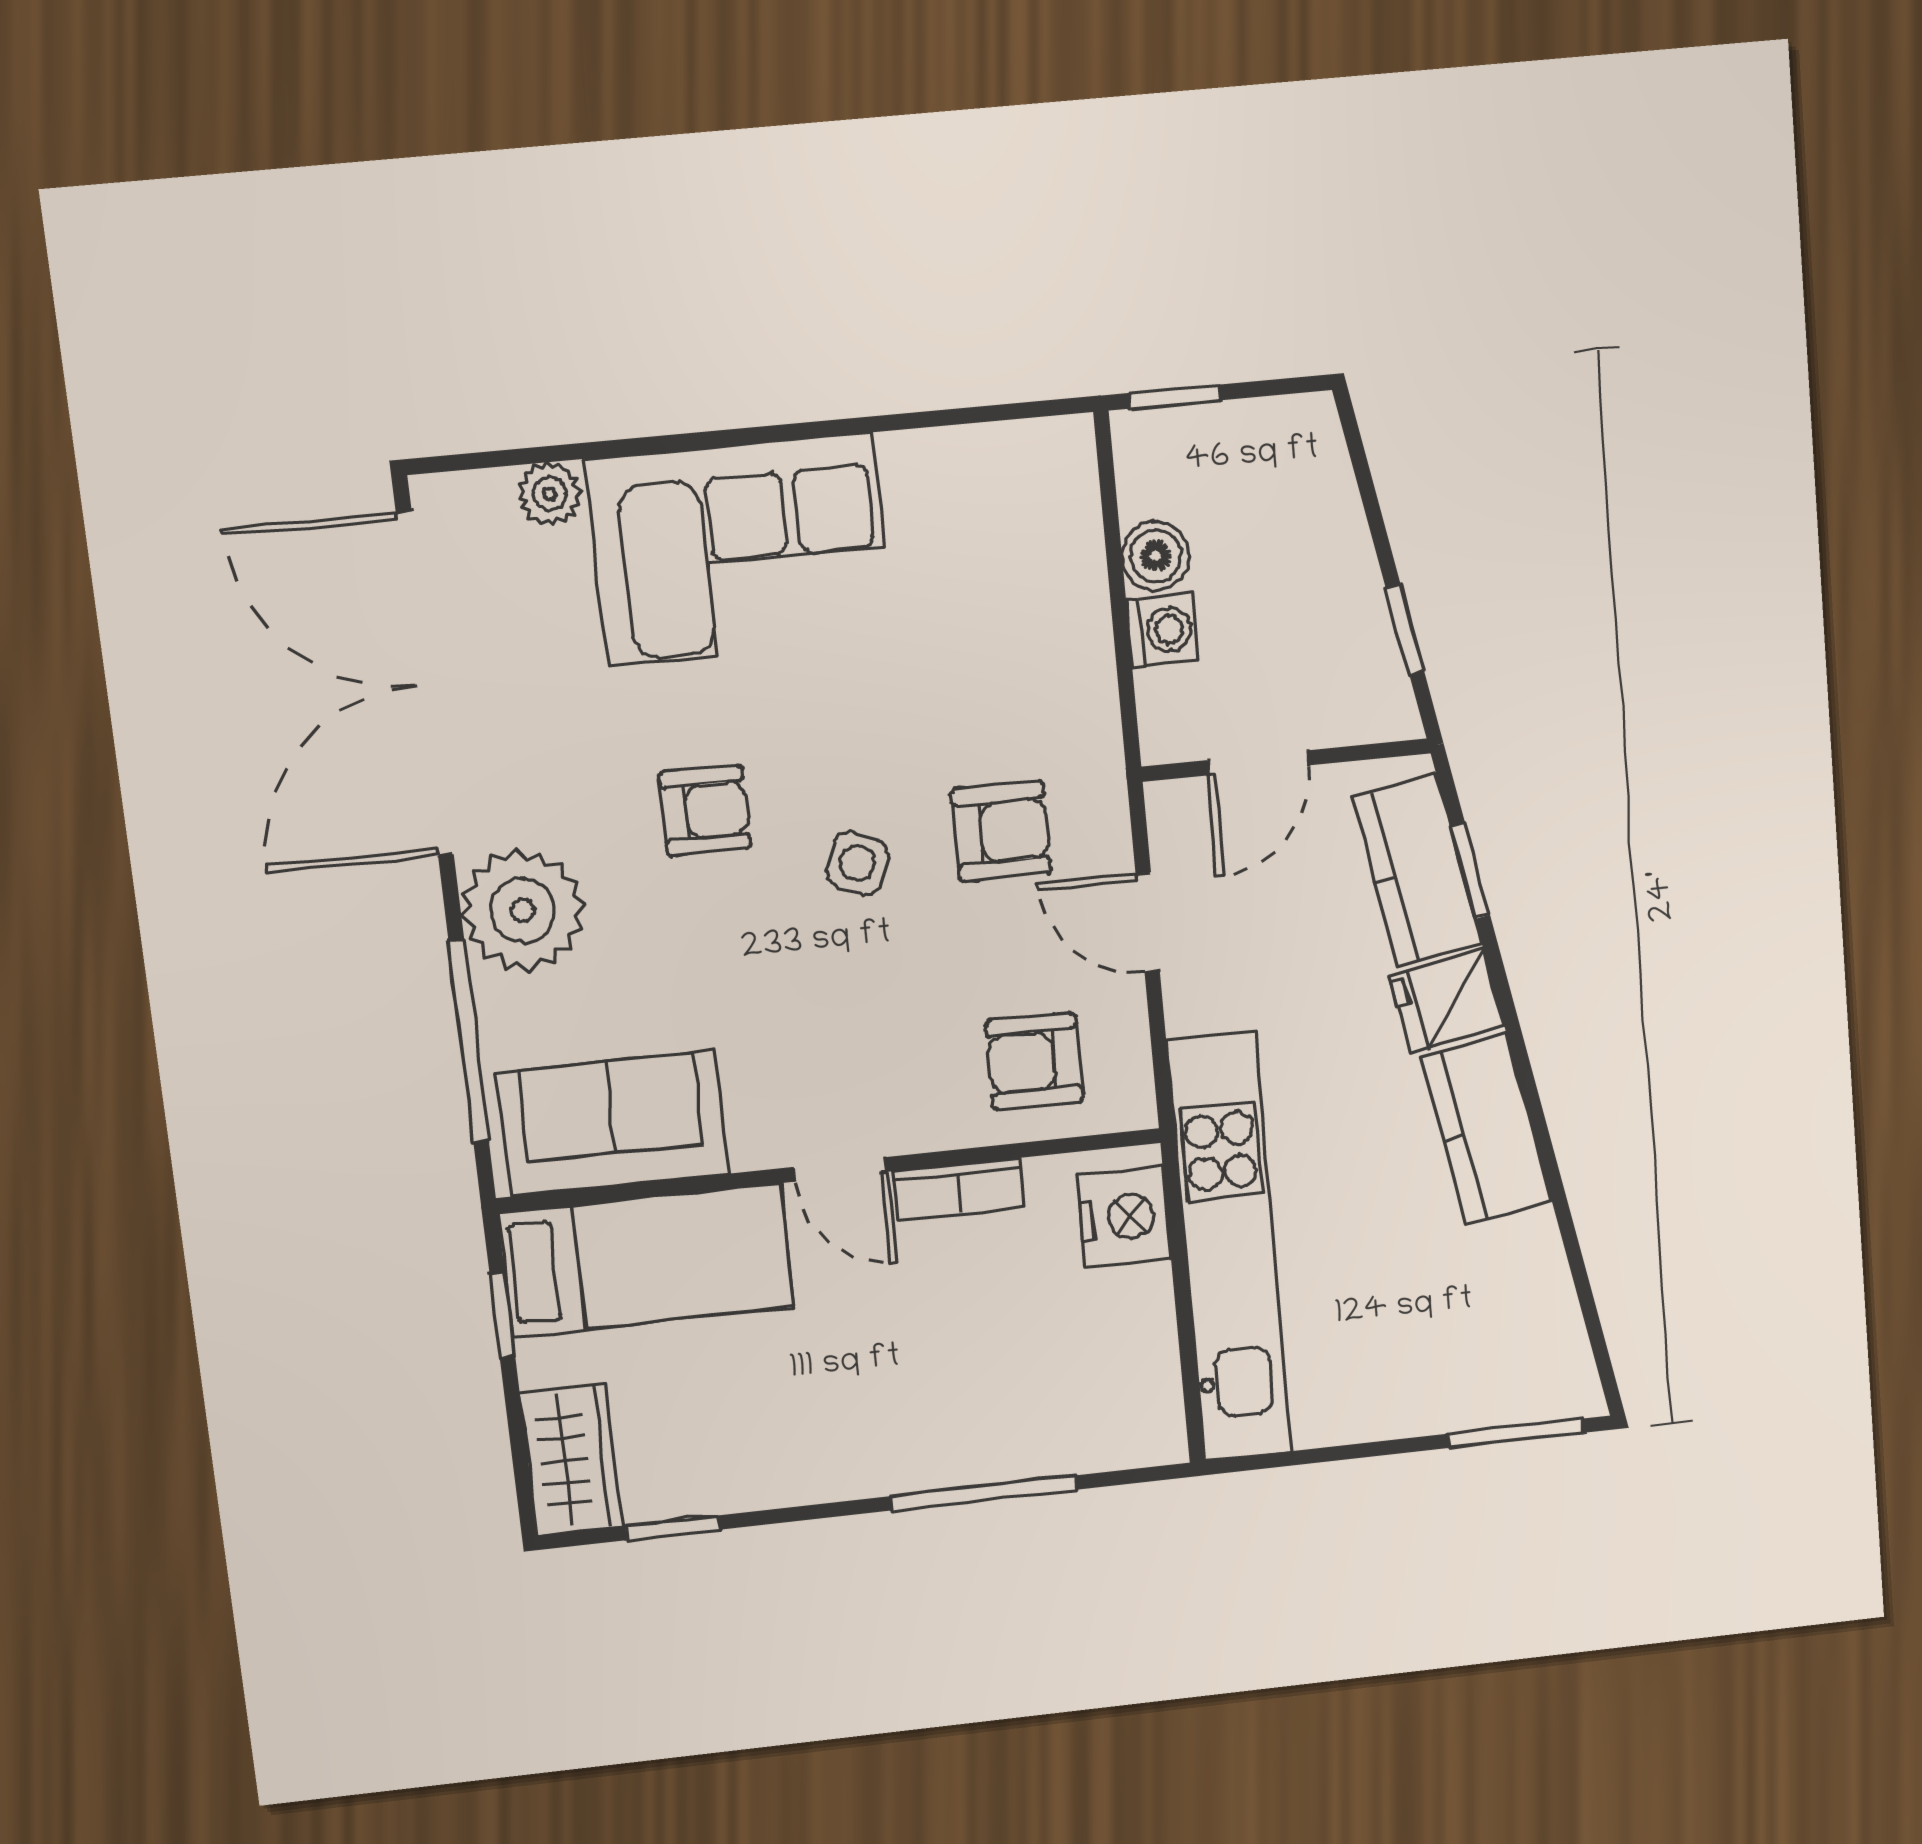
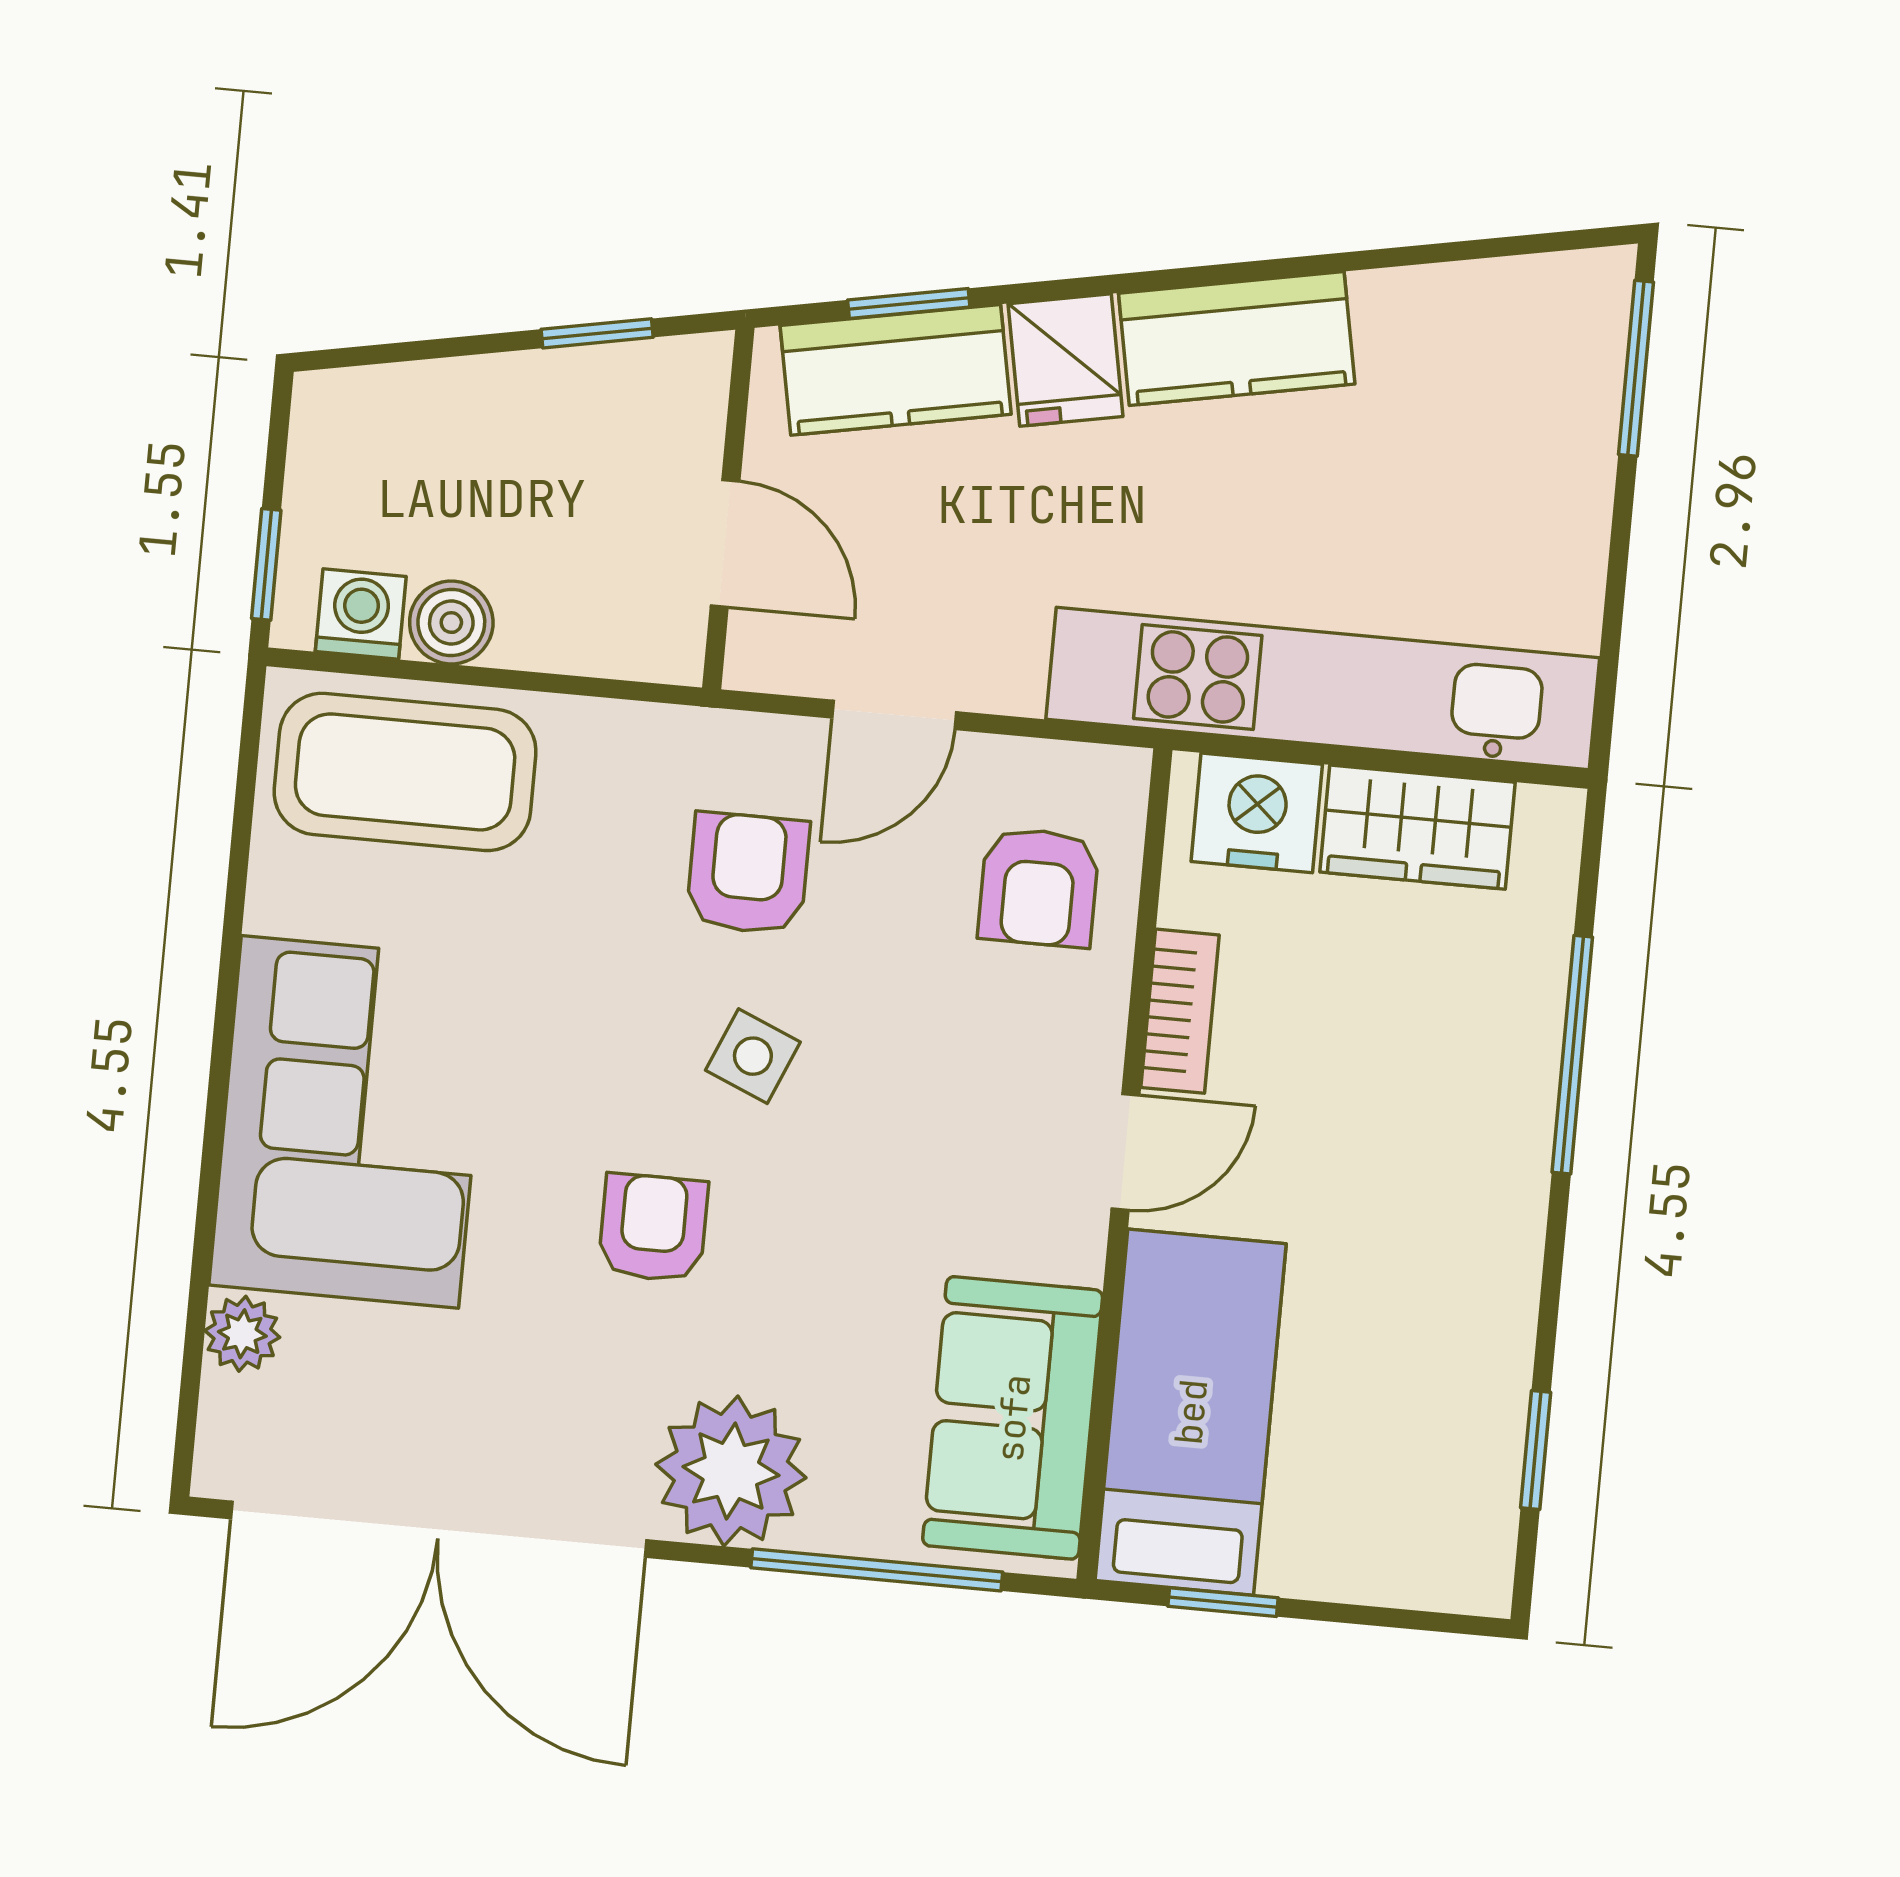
coffee table: (1030, 541) -> (405, 772), added
washing machine: (1162, 630) -> (361, 614), moved
wardrobe: (571, 1460) -> (1418, 827), moved, turned 180

